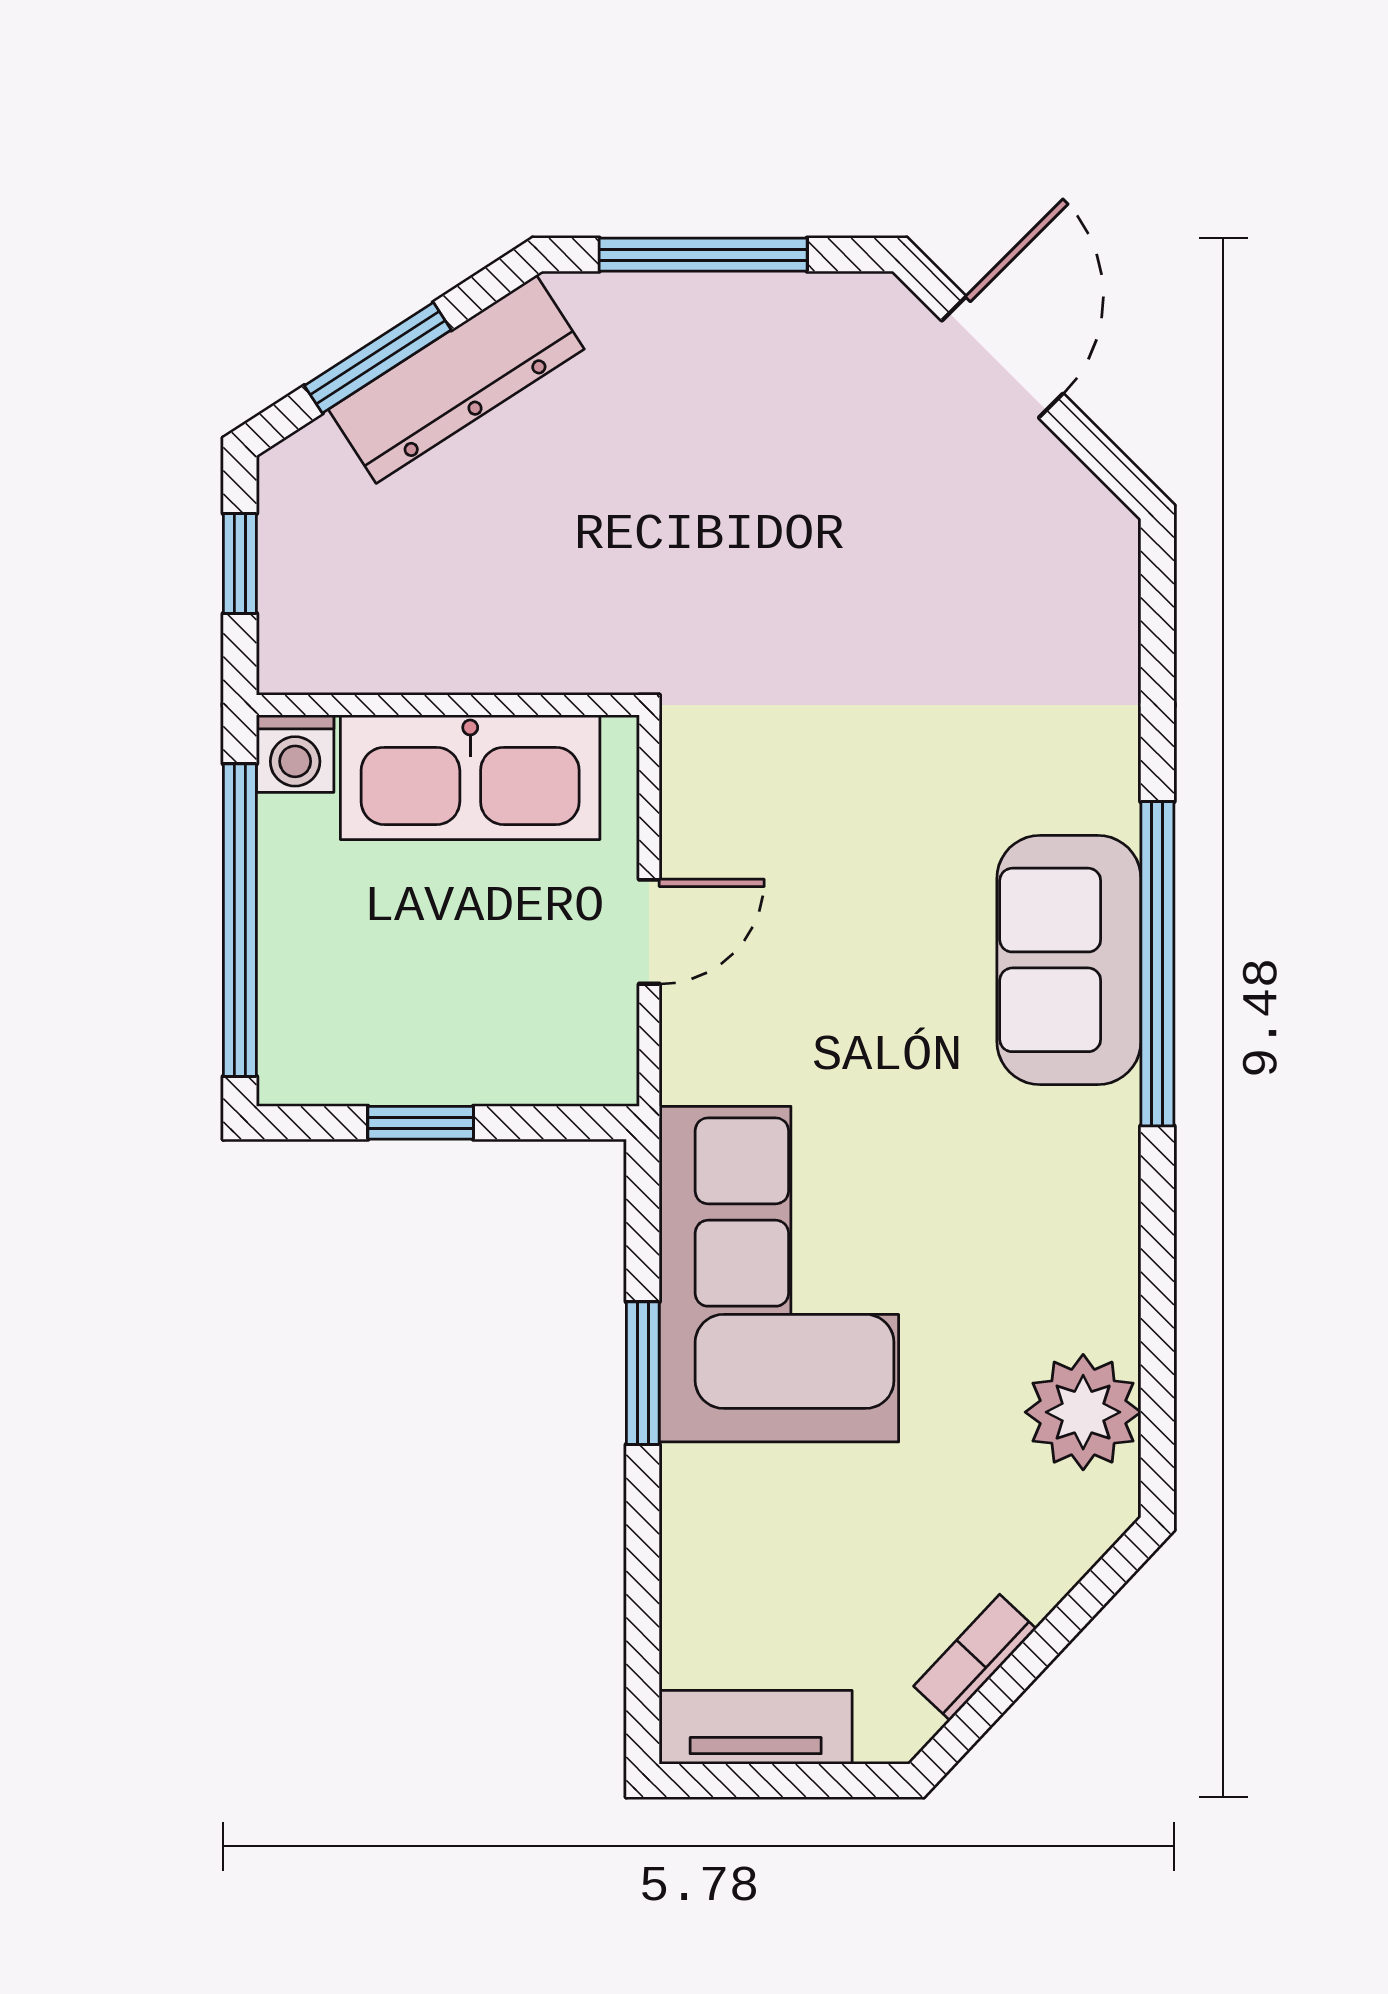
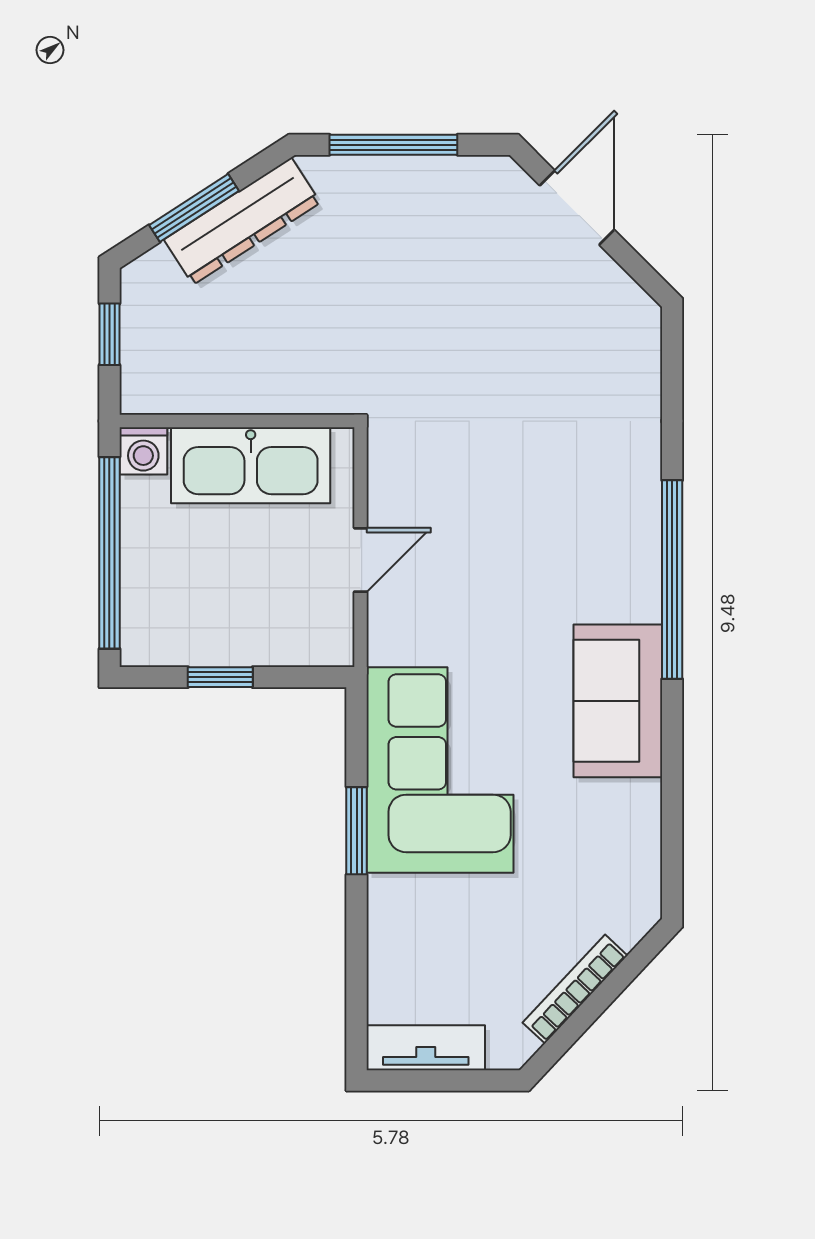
sofa: (1069, 960) -> (618, 701), moved
plant: (1083, 1412) -> (626, 855), removed
bookcase: (975, 1657) -> (575, 989), width x1.56

